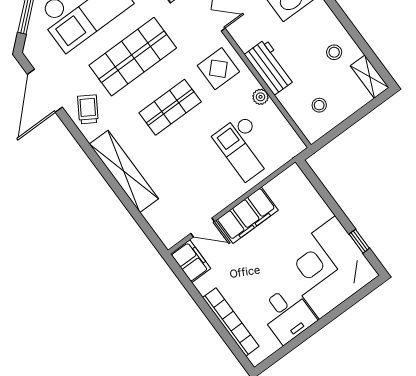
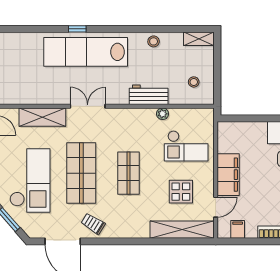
stool: (334, 52) -> (154, 41), moved
display table: (218, 69) -> (181, 192), moved
shelving: (124, 171) -> (182, 230), moved
filing cabinet: (191, 261) -> (238, 229), width x0.50

